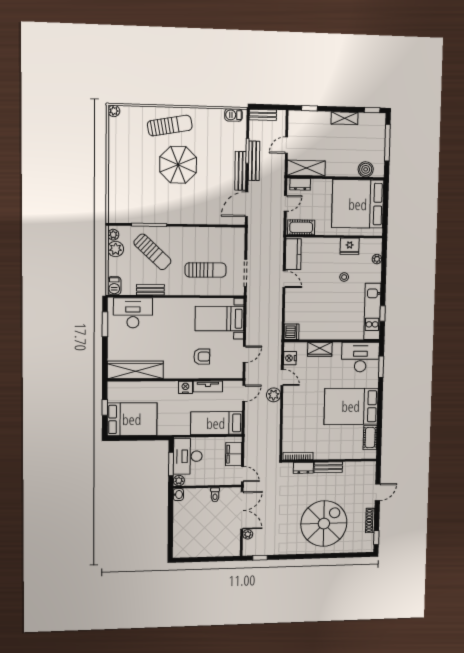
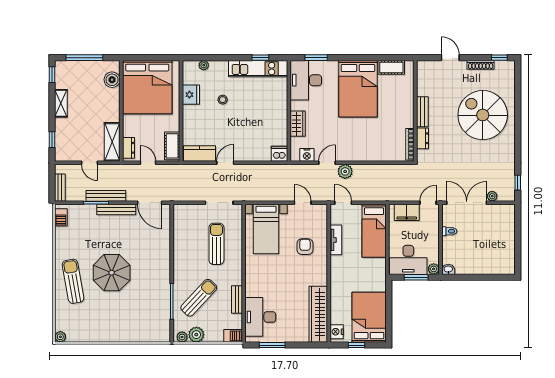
nightstand: (185, 387) -> (337, 332), moved

